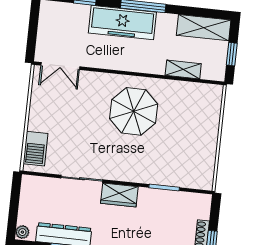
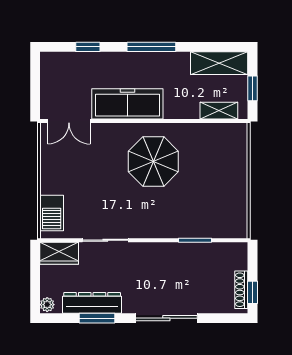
freezer: (122, 23) -> (127, 104), moved, turned 180
shelving: (183, 69) -> (219, 111), moved
wardrobe: (119, 195) -> (59, 253), moved

